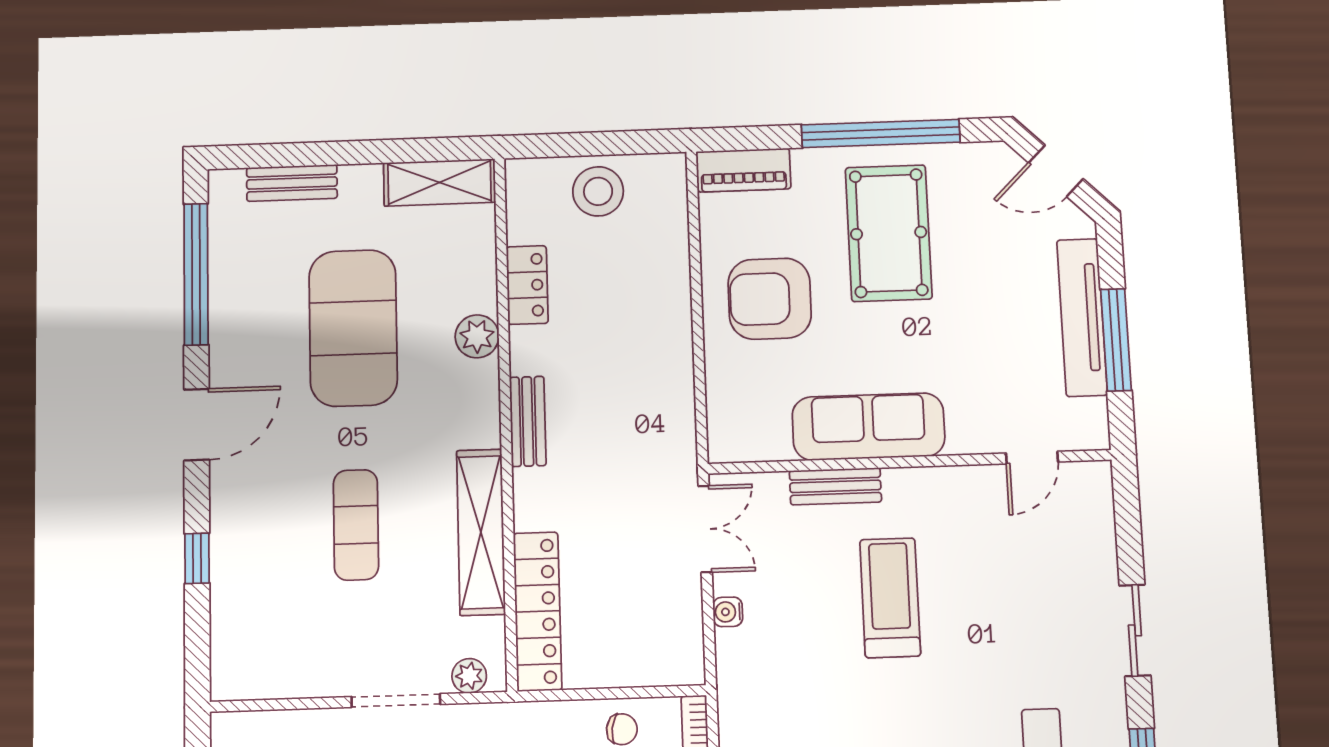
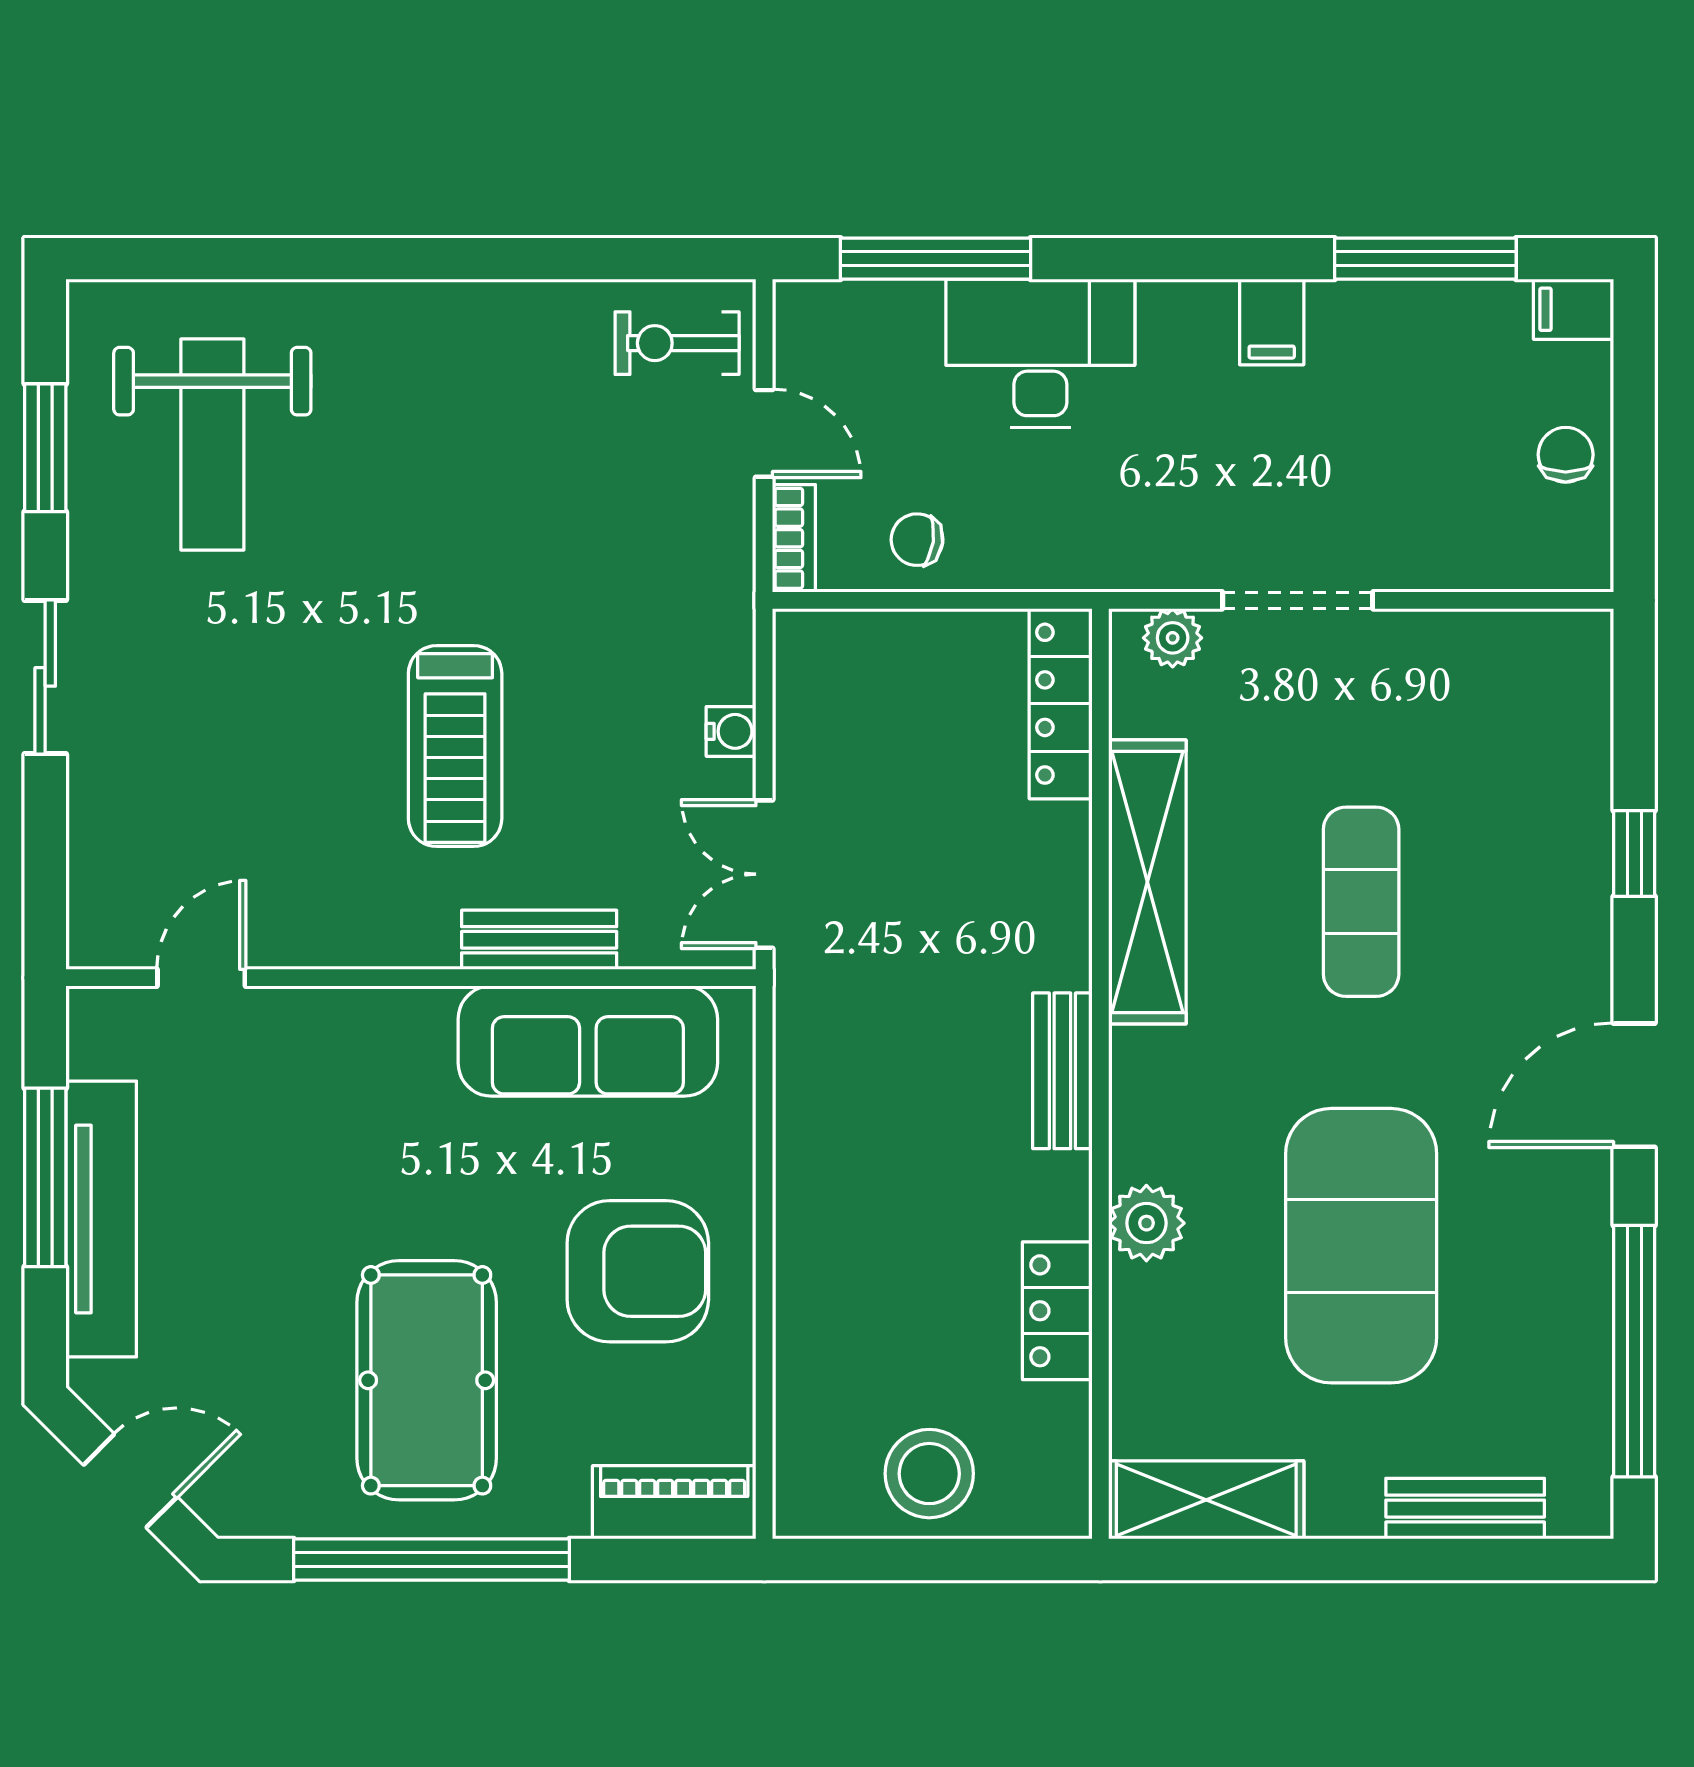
sofa: (868, 427) -> (588, 1041), moved
locker: (537, 611) -> (1061, 704), width x0.71, depth x0.83

